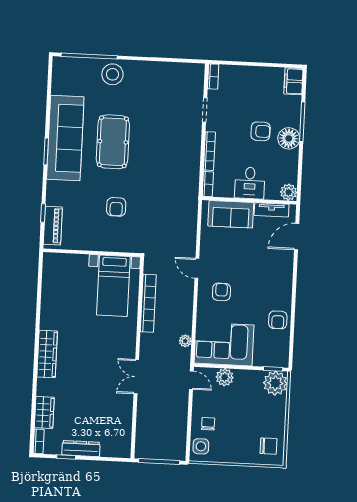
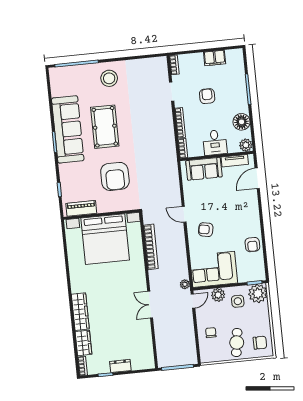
stool: (112, 74) -> (109, 78), moved
filing cabinet: (293, 81) -> (215, 58), moved, turned -90
armchair: (261, 131) -> (207, 96), moved, turned -90
floor lamp: (289, 138) -> (242, 122), moved
armchair: (116, 207) -> (115, 176), width x1.88, depth x1.88
piano: (53, 226) -> (81, 208), moved, turned -90
bed with nightstands: (113, 286) -> (105, 239), width x1.85
armchair: (221, 292) -> (206, 230), turned -79
plant: (185, 341) -> (185, 284), moved
wardrobe: (47, 354) -> (80, 312), moved
door: (191, 380) -> (193, 301), hinge flipped
cafe table: (239, 441) -> (237, 343), added
side table: (201, 446) -> (238, 301), moved
dresser: (81, 449) -> (120, 366), width x0.70

